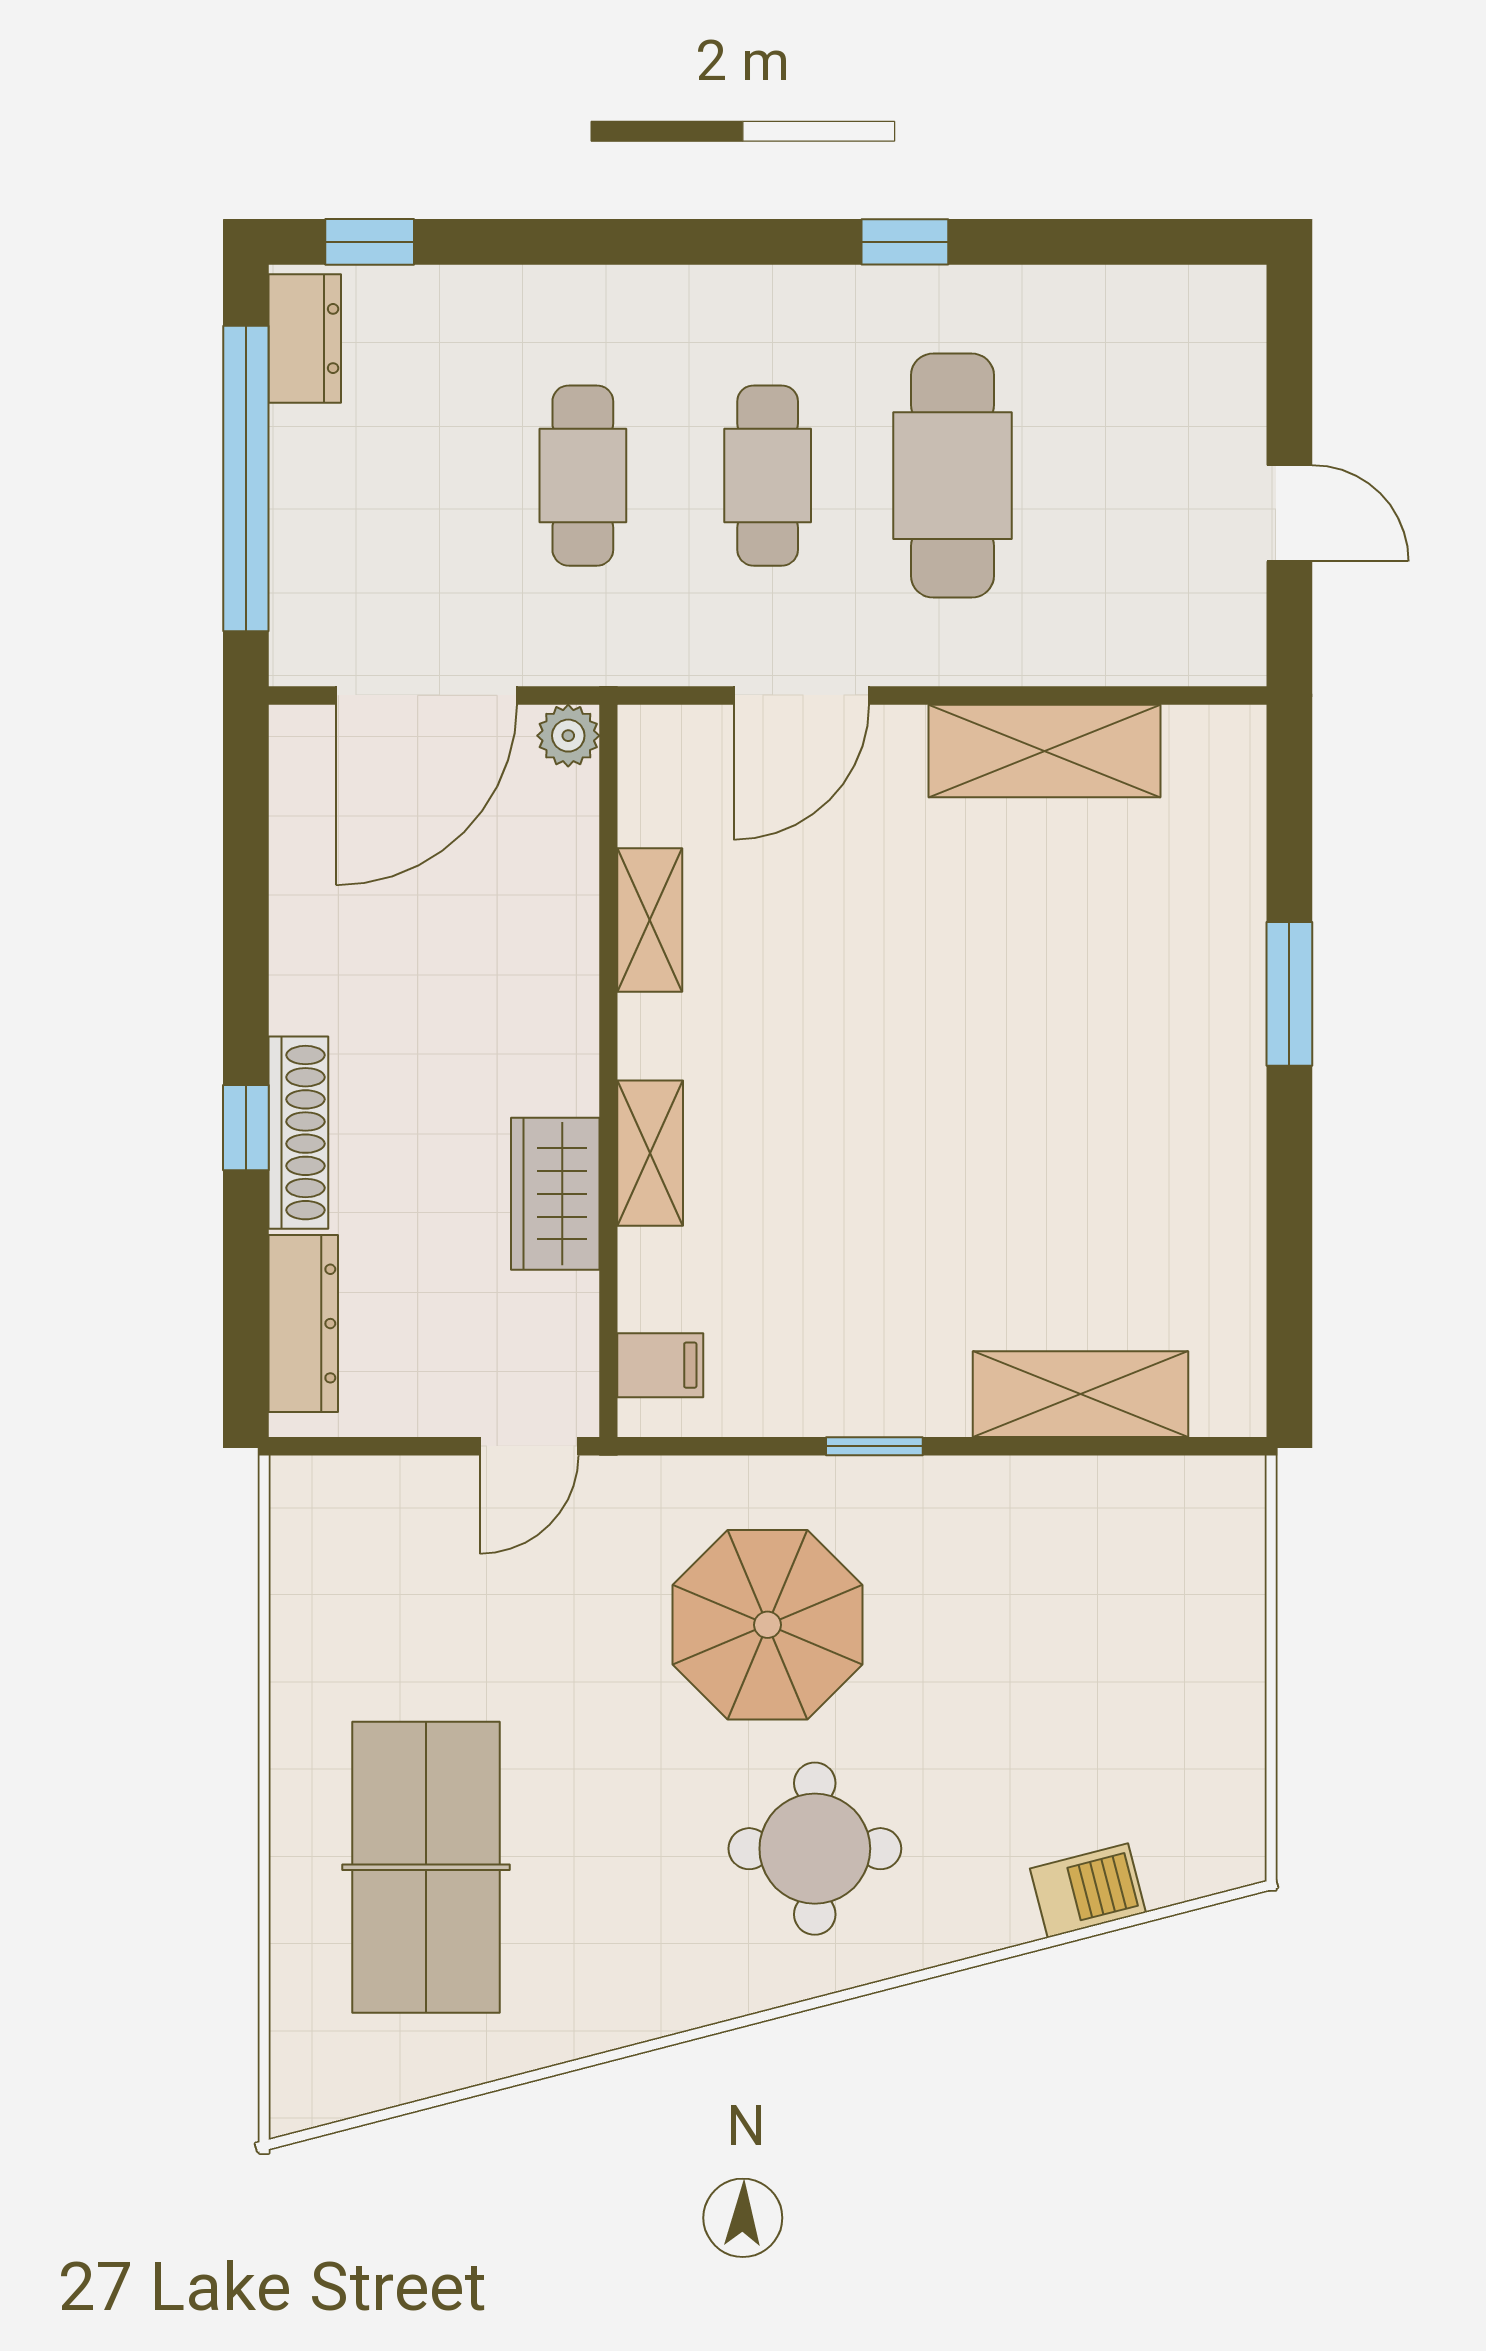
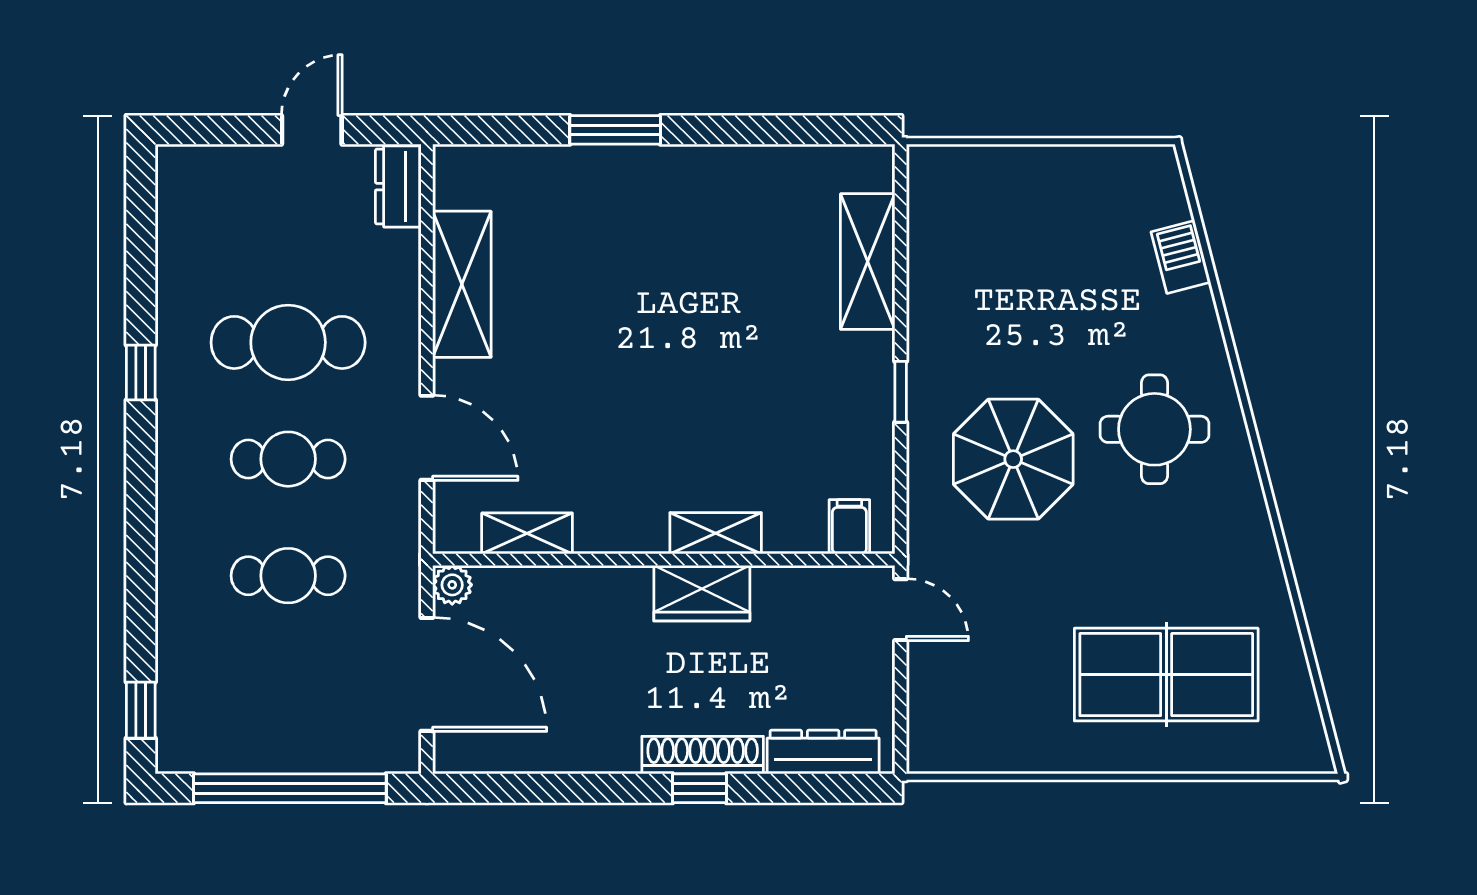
dresser: (305, 338) -> (398, 187), moved, turned -90
shelving: (650, 920) -> (527, 533), moved
wardrobe: (555, 1194) -> (702, 593), moved

